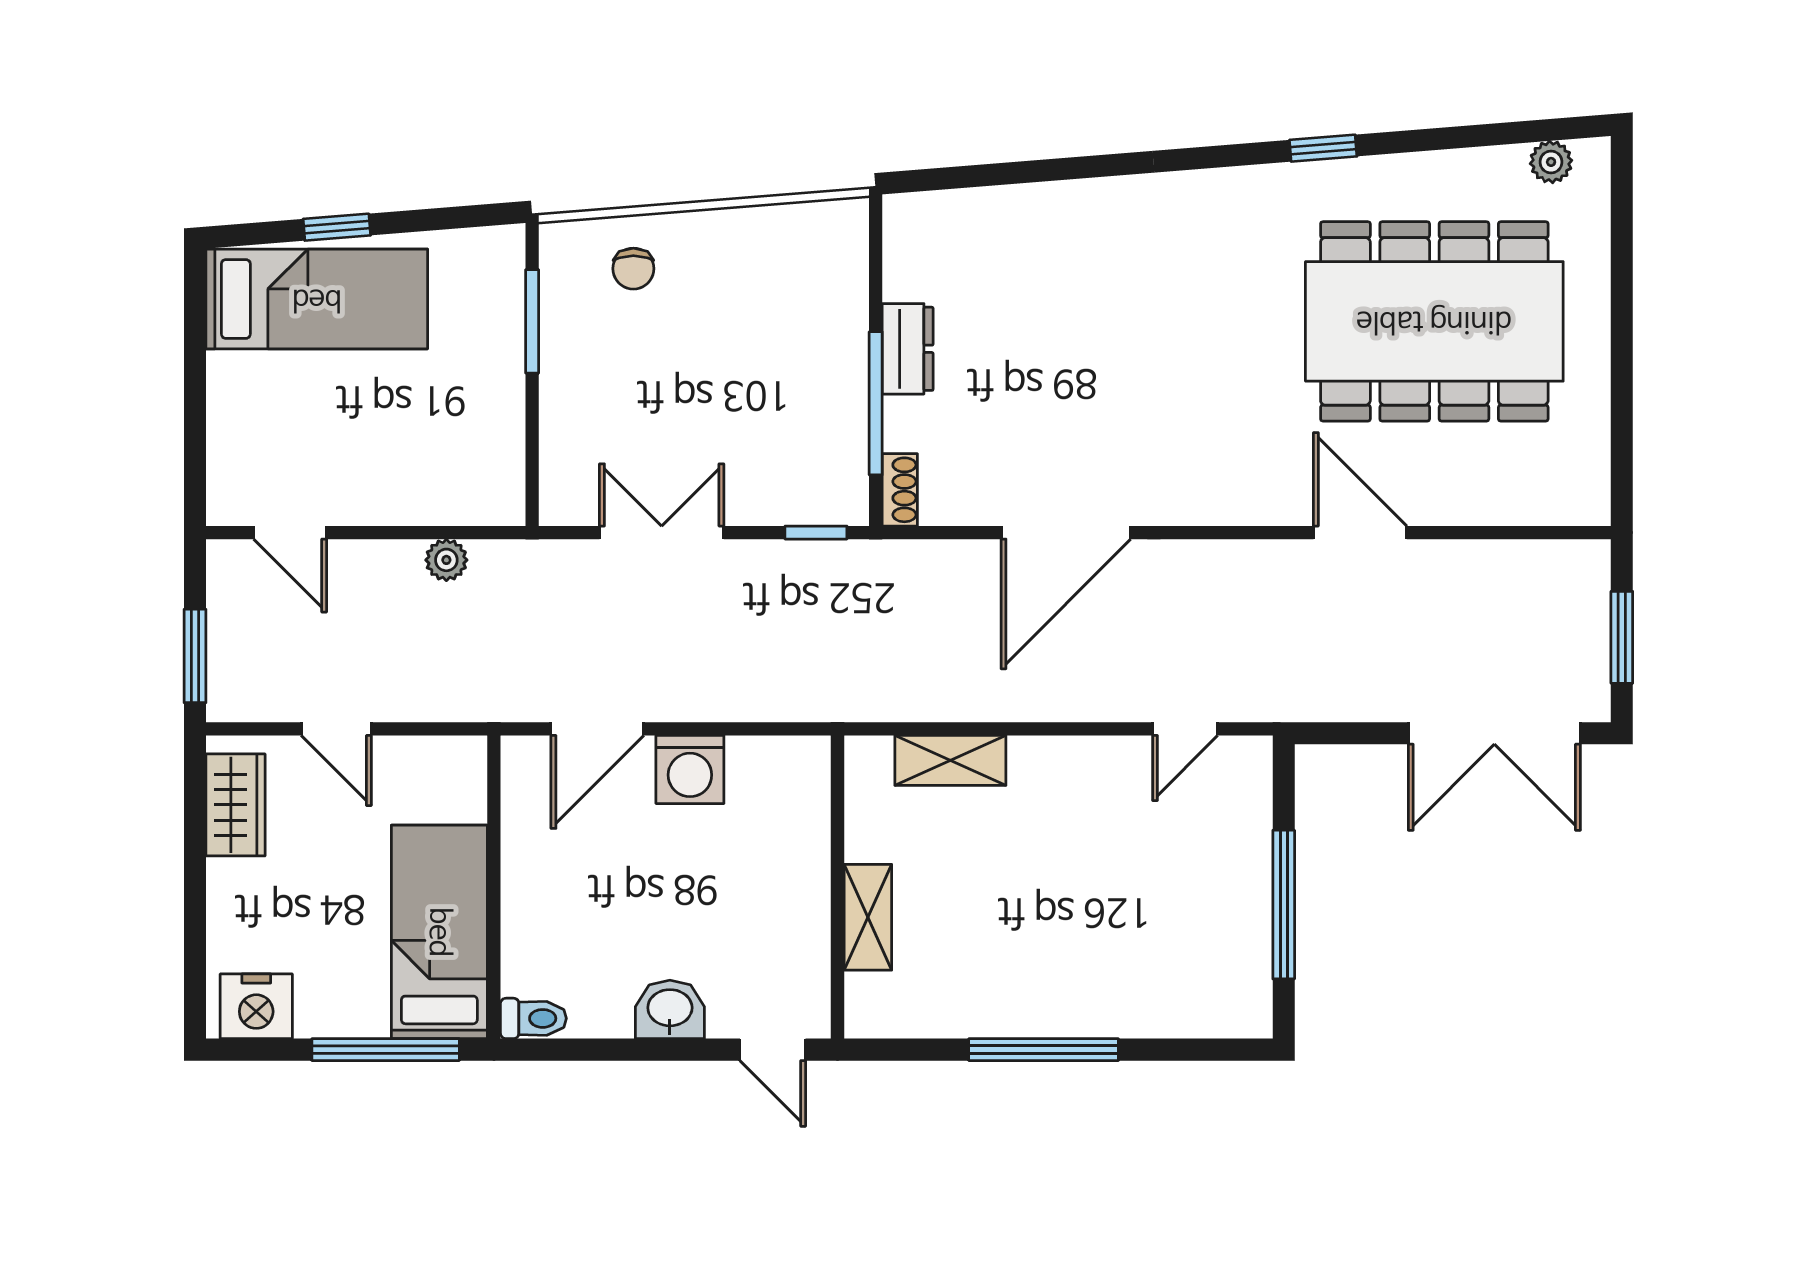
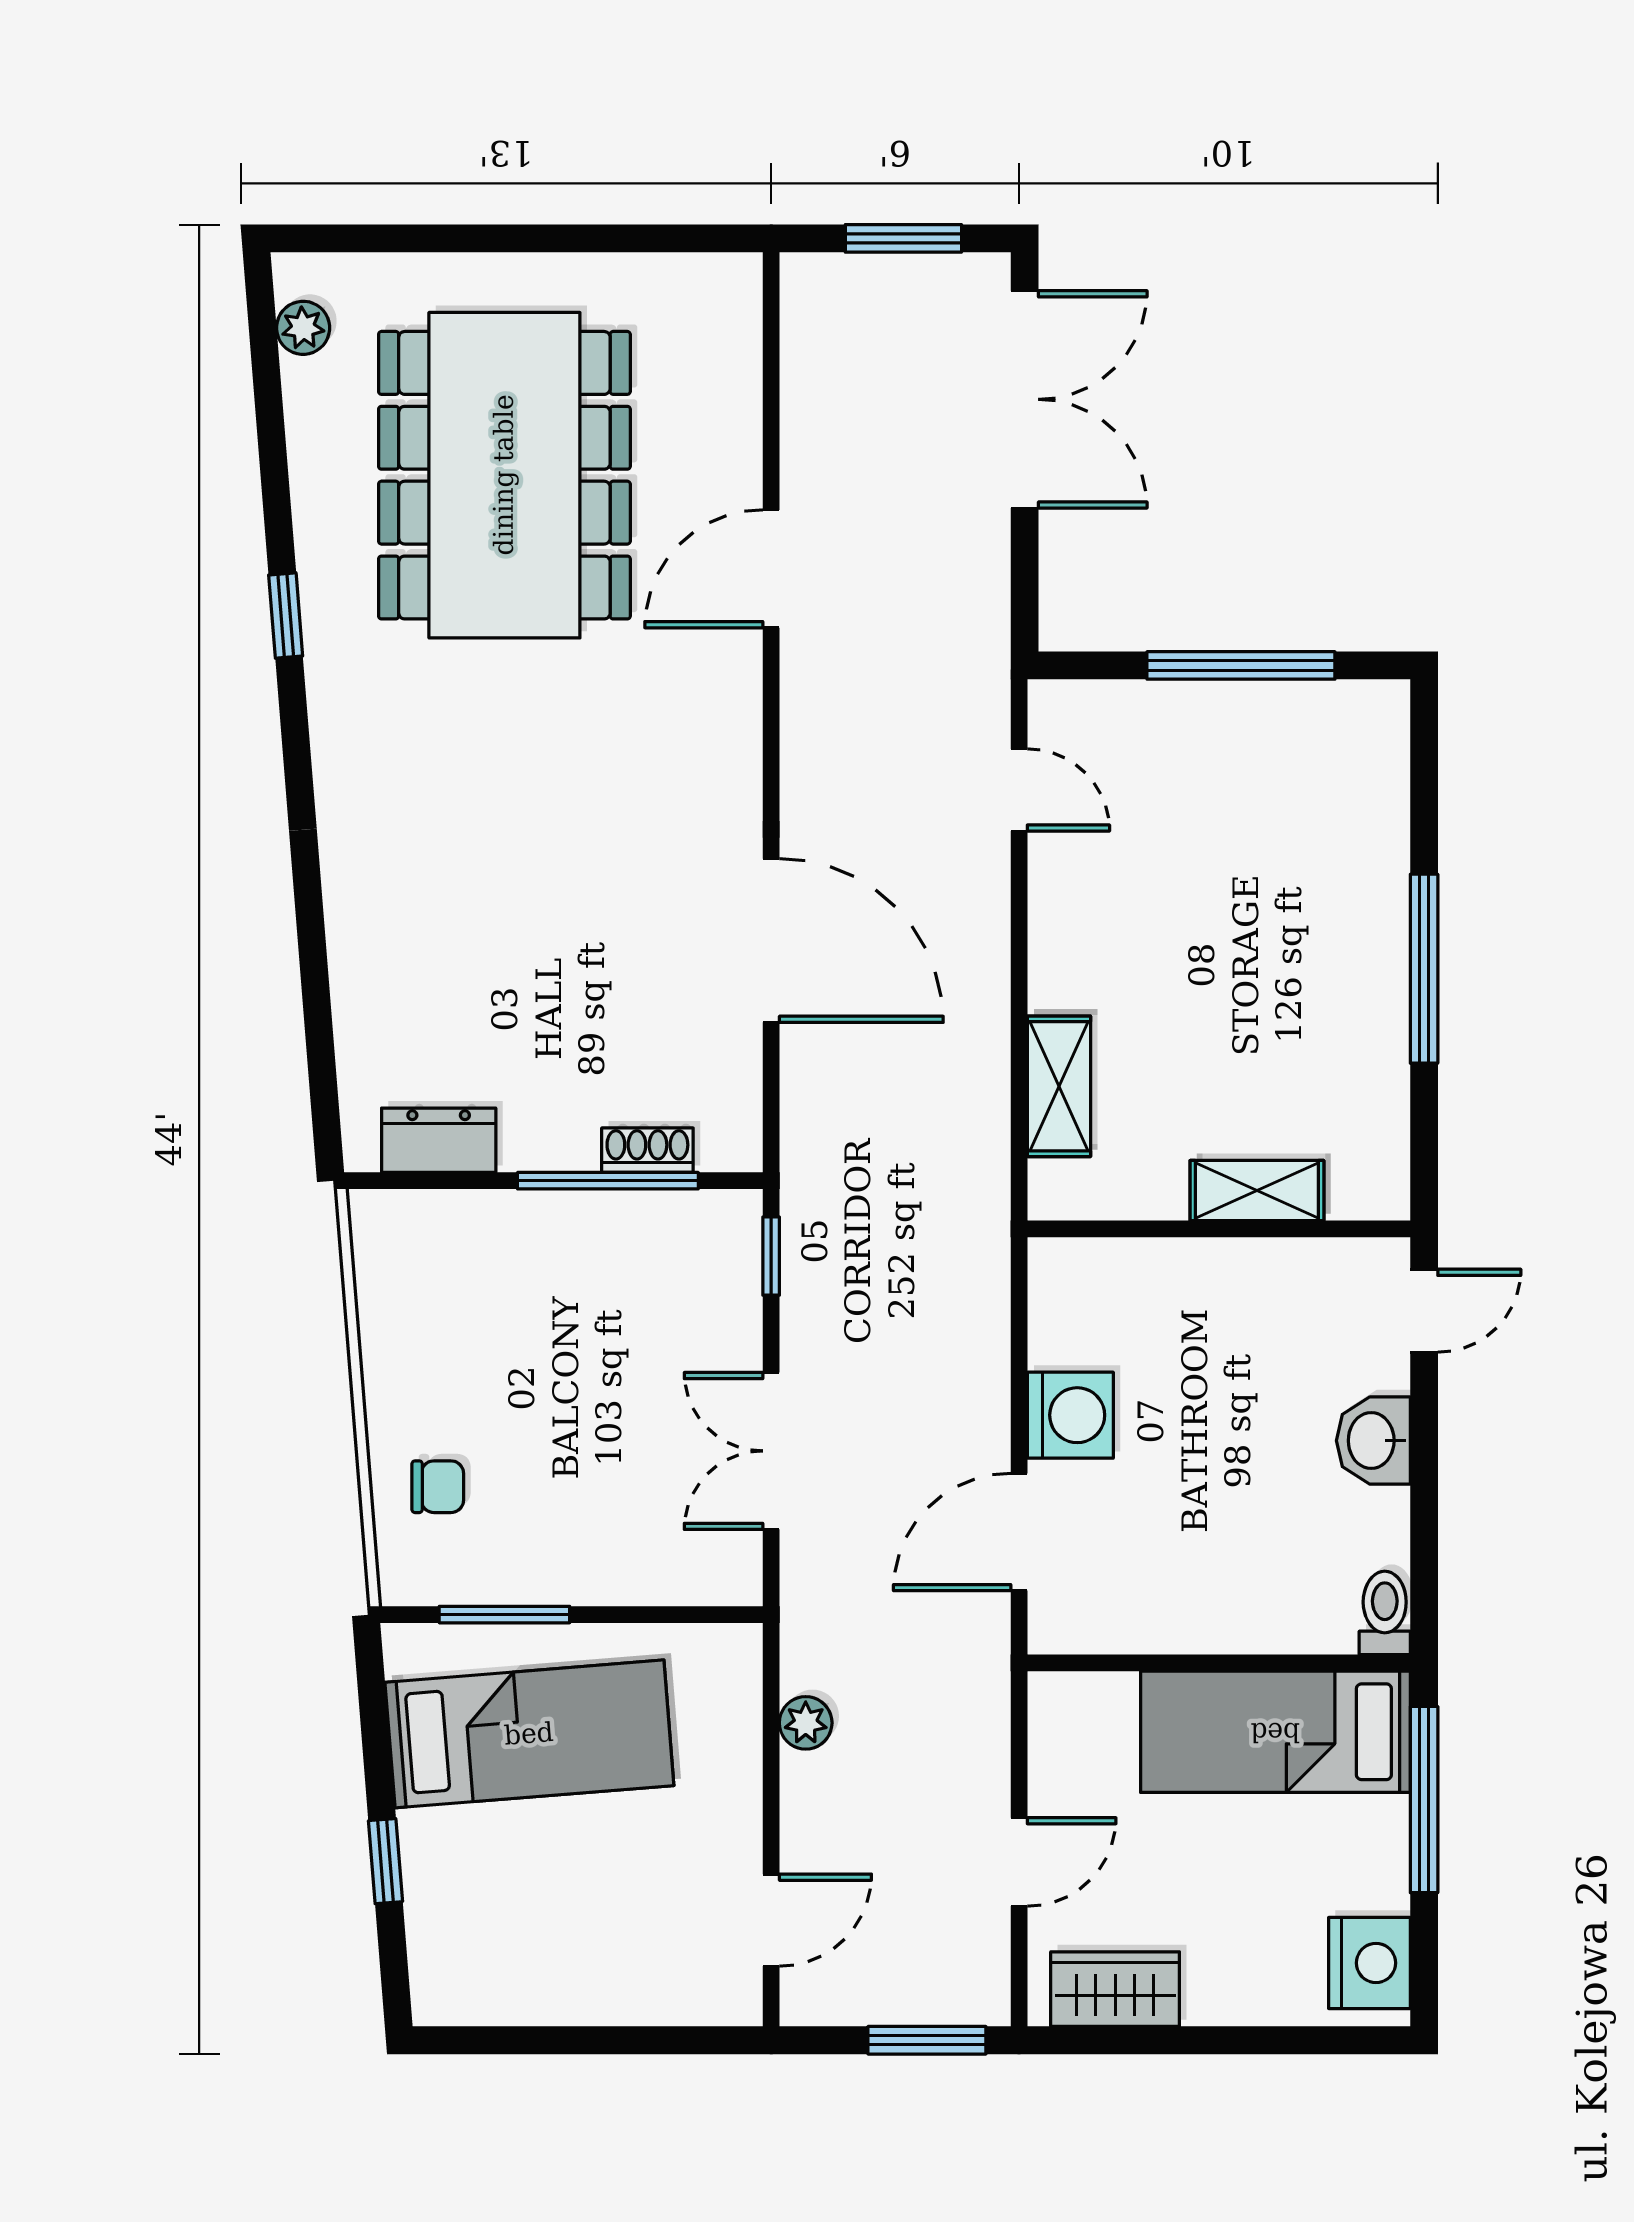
bed: (317, 299) -> (529, 1734), moved, turned 85
dresser: (908, 349) -> (439, 1140), moved
shoe rack: (900, 490) -> (647, 1150), moved
door: (597, 729) -> (1019, 1532), swing flipped

